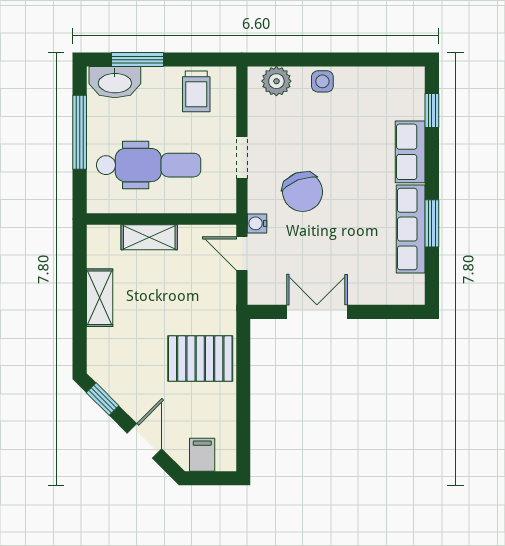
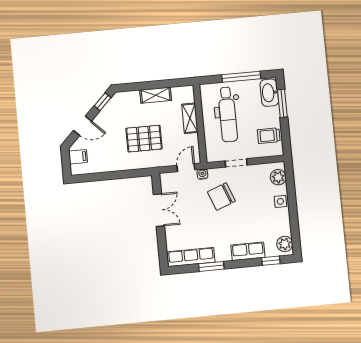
plant: (403, 81) -> (285, 244), added
row of seats: (411, 229) -> (191, 257), moved
pallet: (200, 359) -> (144, 139), moved, turned 90

